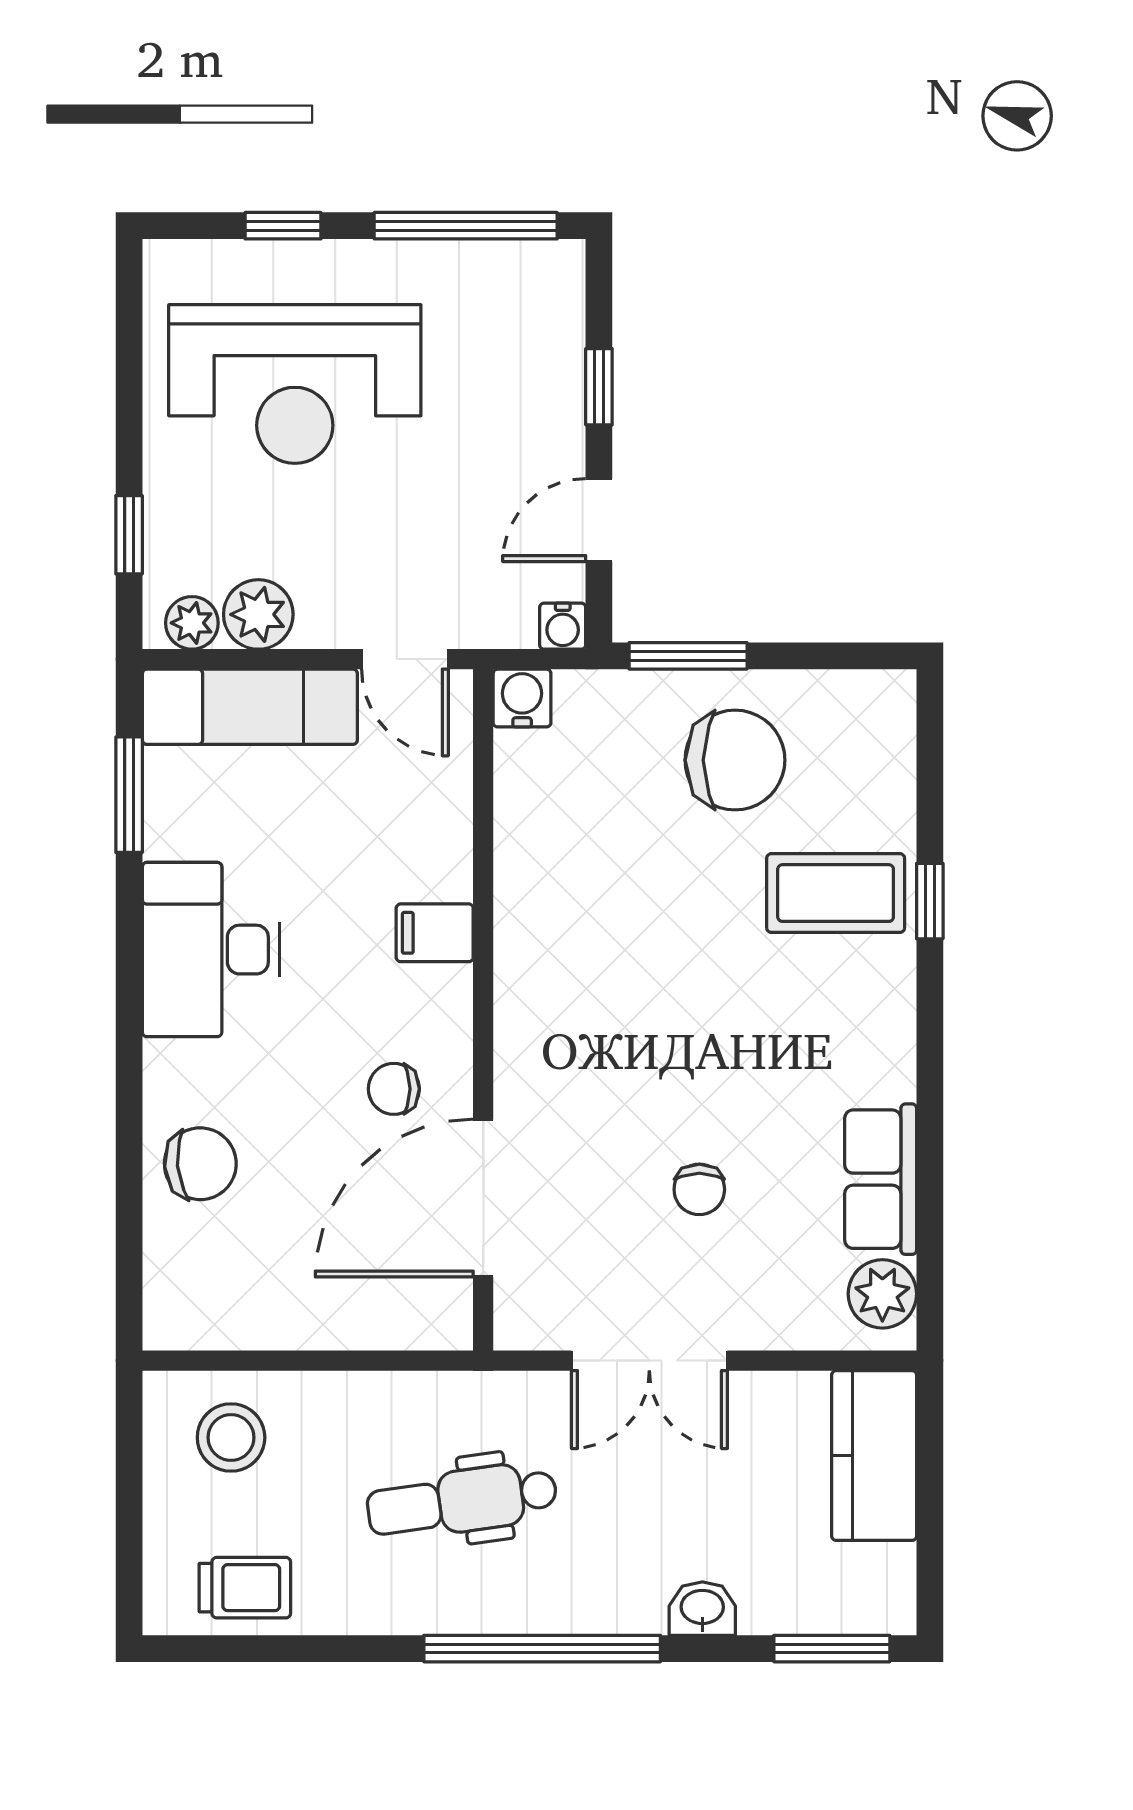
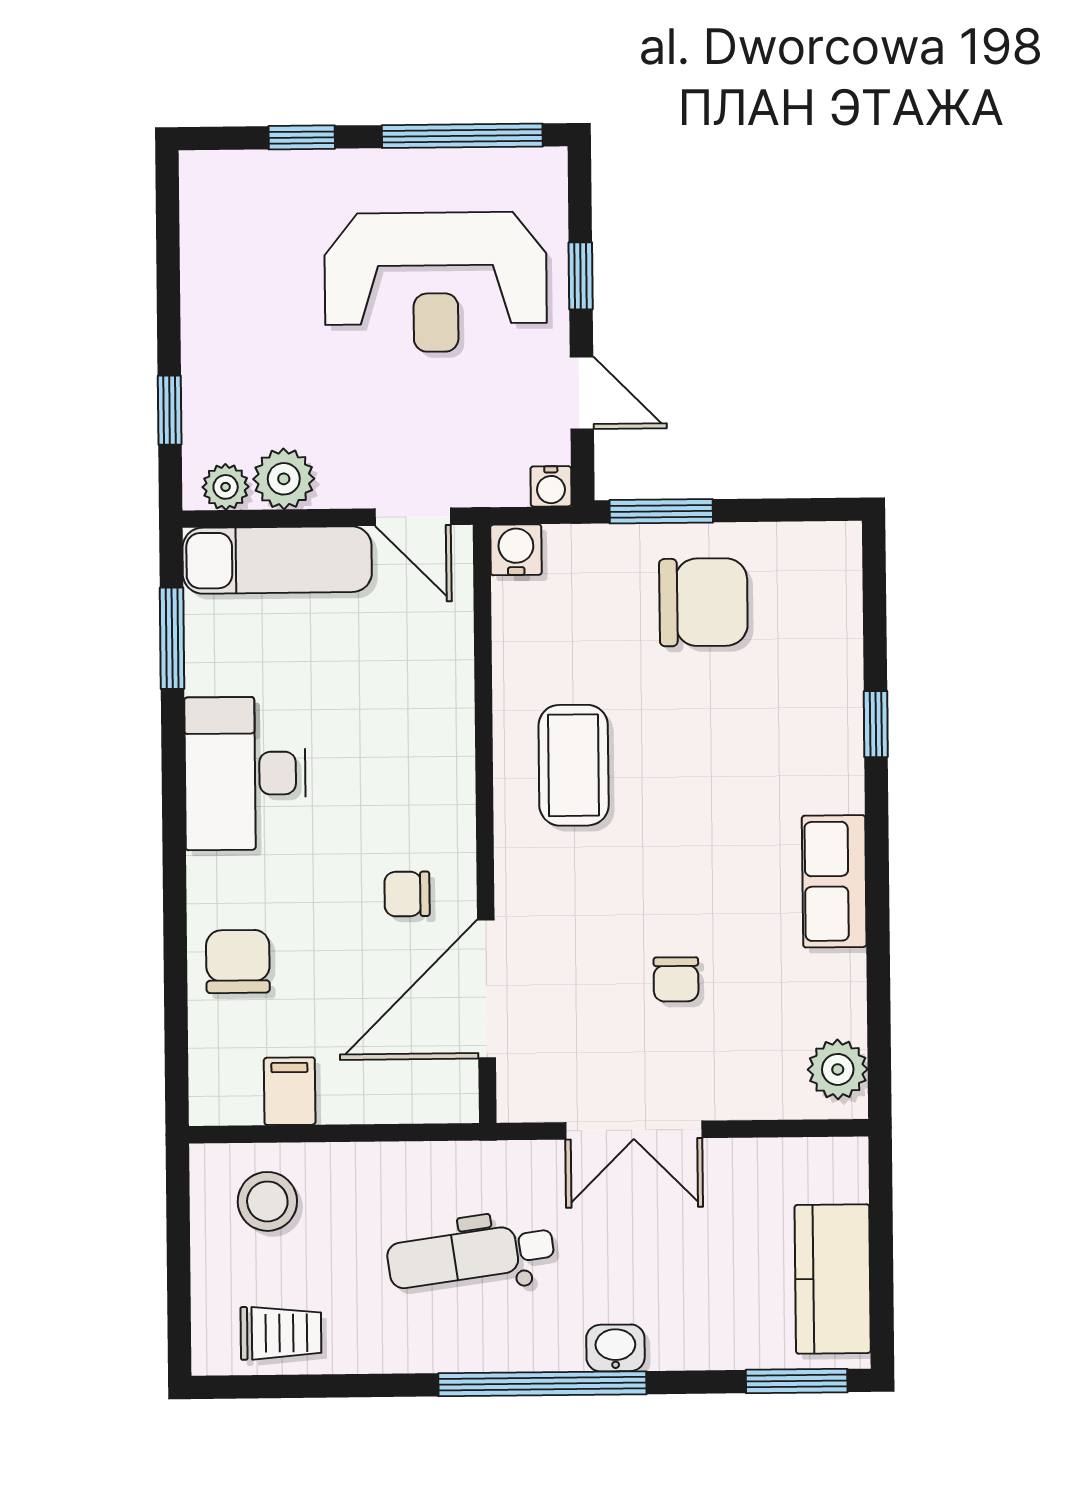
reception desk: (295, 384) -> (436, 282), moved
door: (599, 520) -> (582, 393), swing flipped
coffee table: (836, 893) -> (574, 765), moved, turned 90
filing cabinet: (435, 933) -> (290, 1091), moved, turned 90
chair: (200, 1164) -> (238, 961), turned -85
row of seats: (881, 1179) -> (834, 881), moved
kitchen counter: (874, 1456) -> (833, 1279), moved
washbasin: (702, 1609) -> (615, 1348), moved

